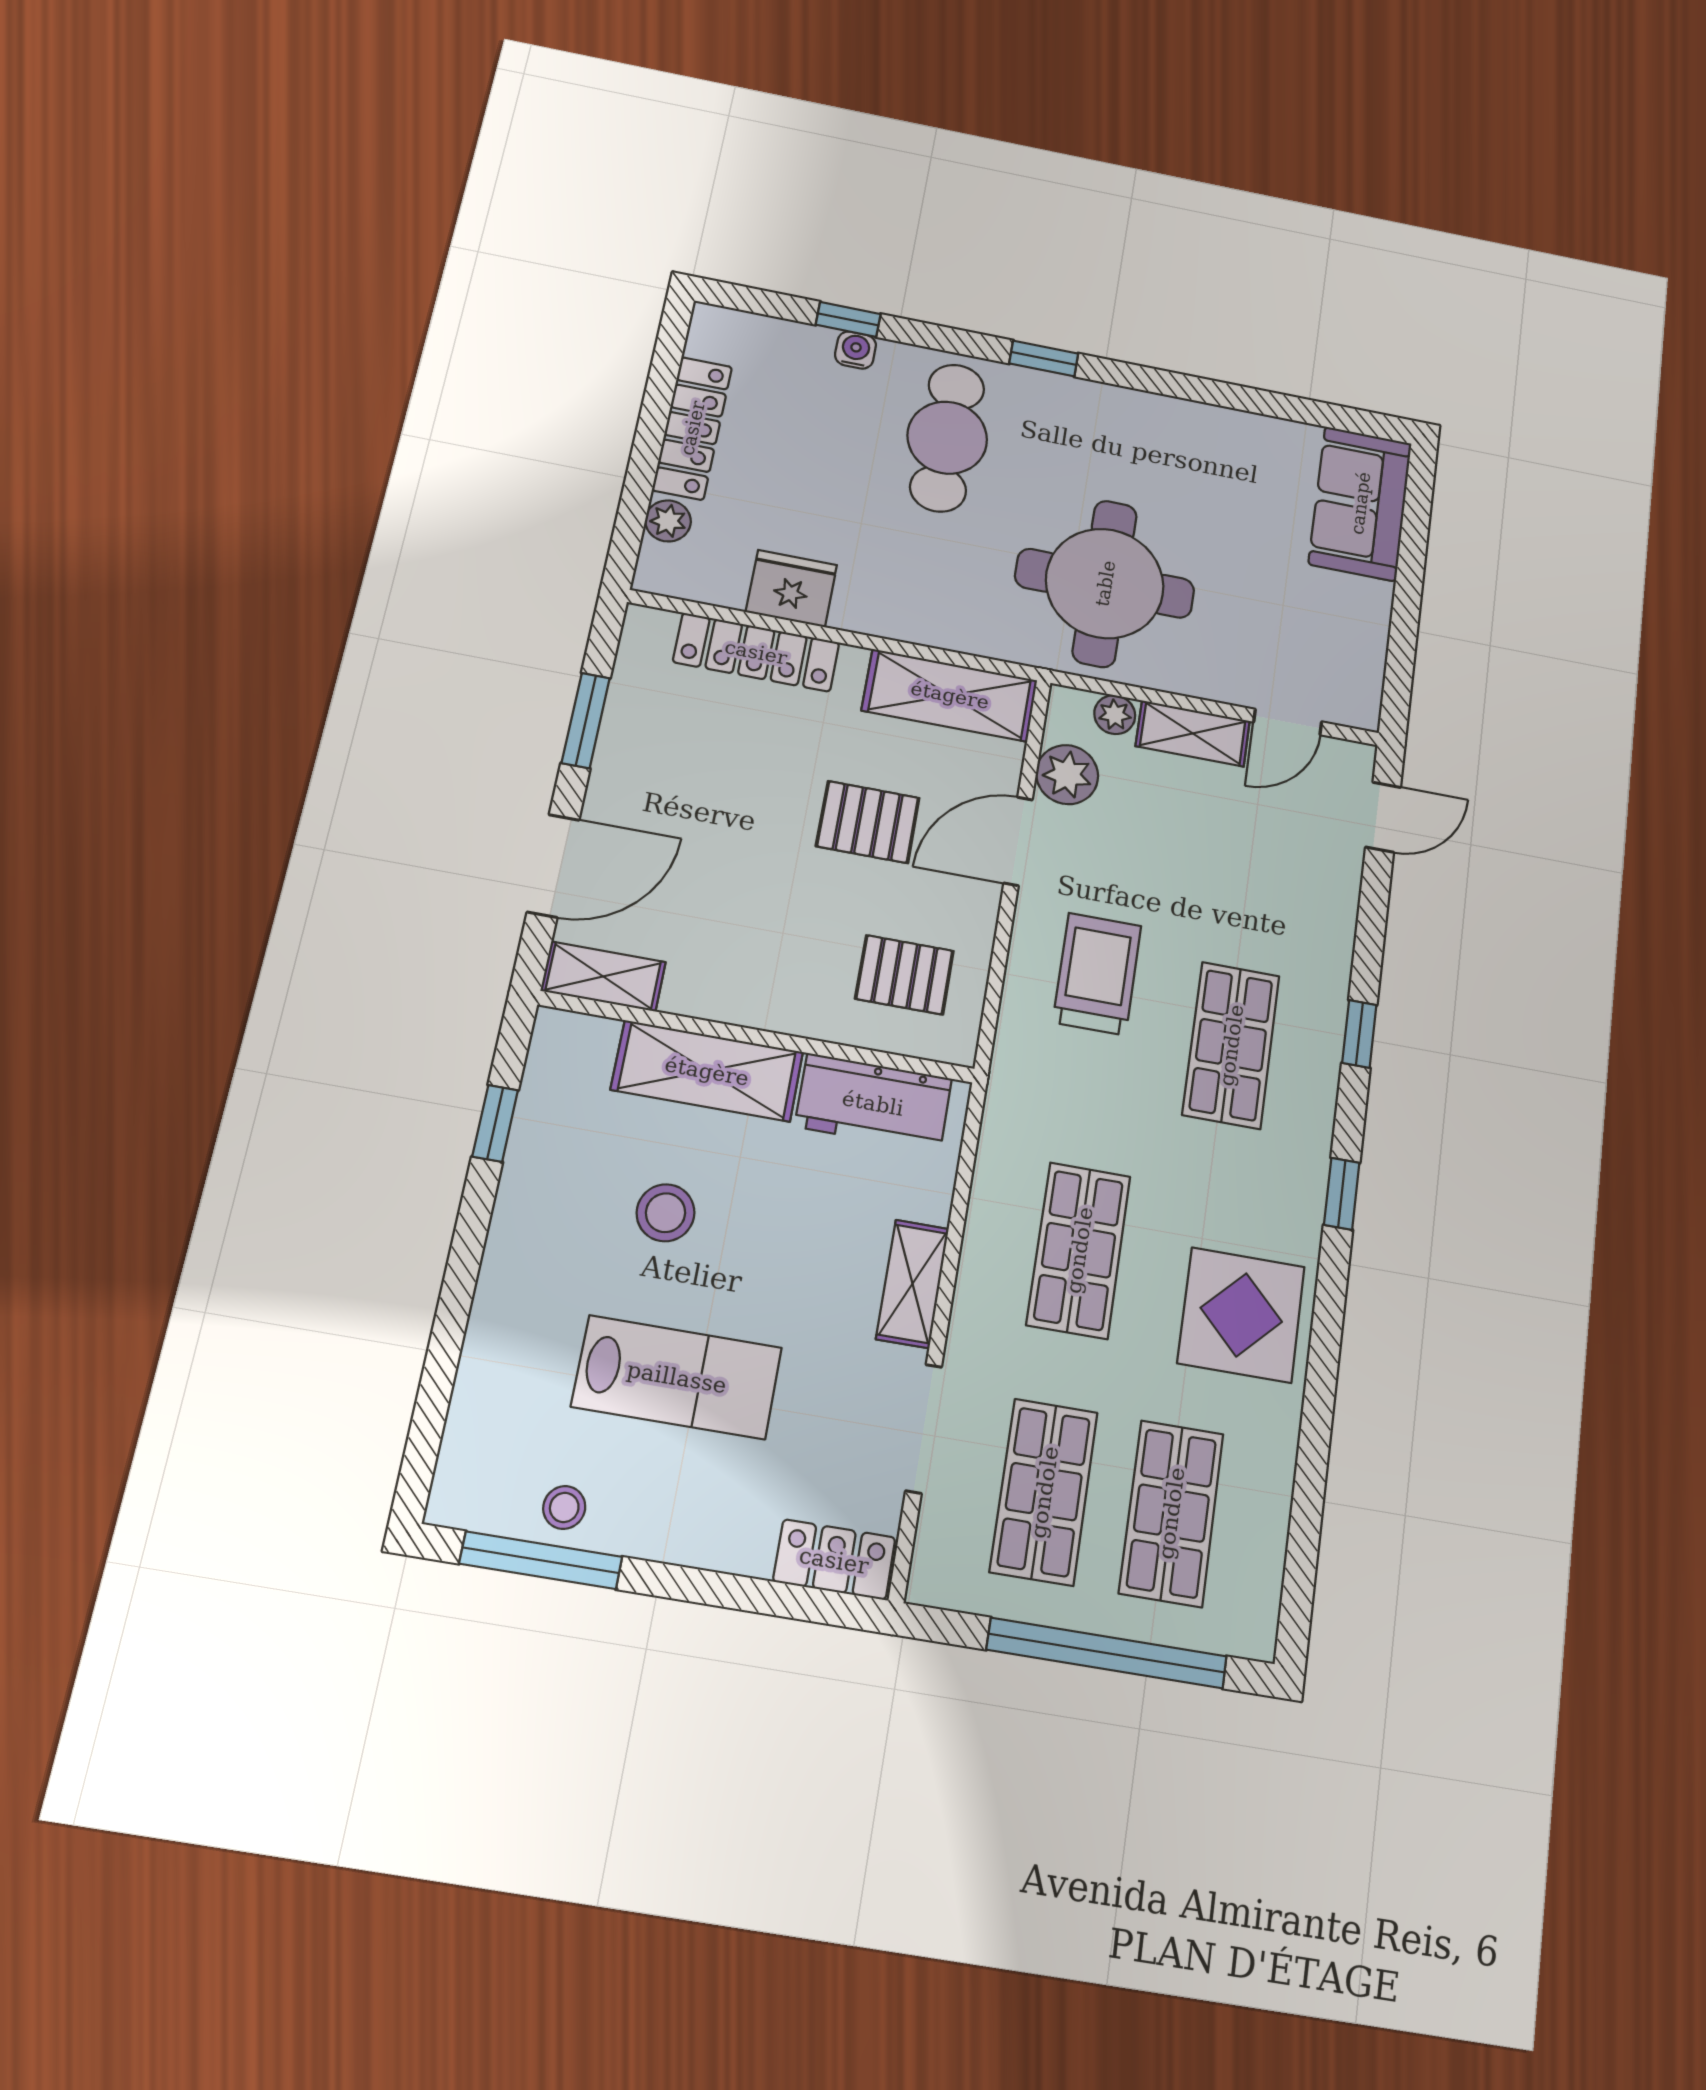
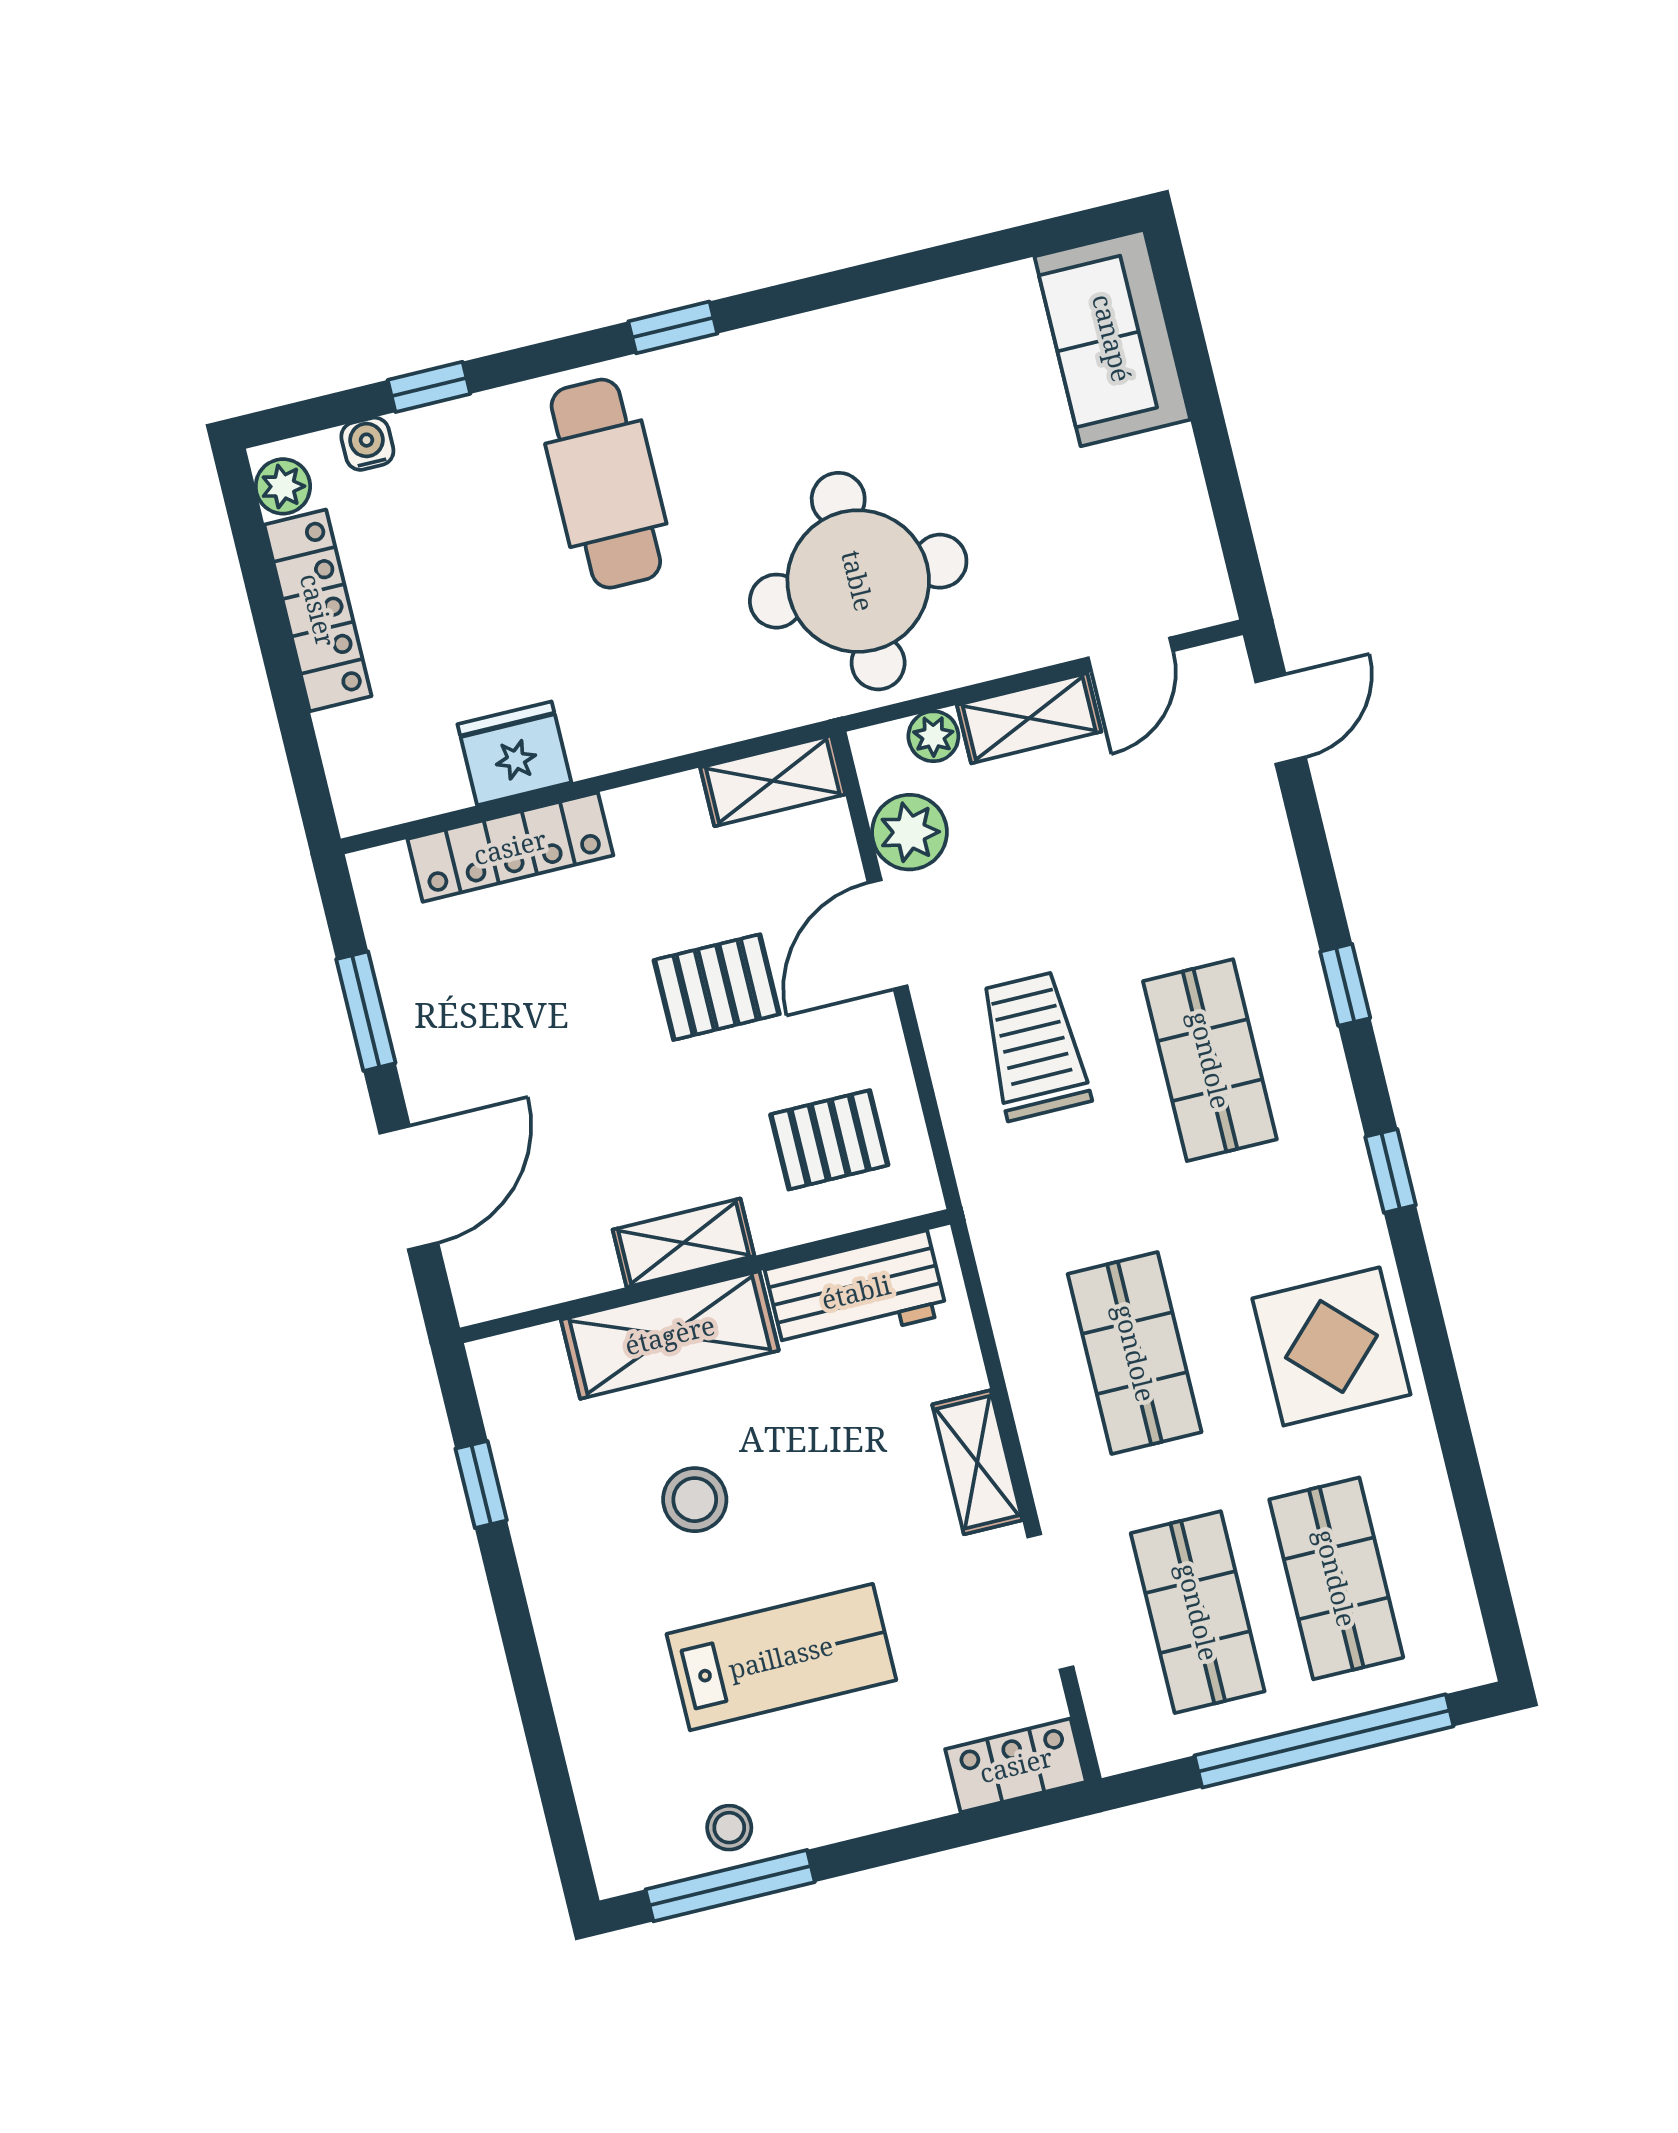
water cooler: (856, 350) -> (367, 444), moved
plant: (668, 521) -> (283, 486), moved
shelving: (950, 695) -> (773, 781), width x0.67, depth x0.75
shelving: (603, 976) -> (684, 1243), moved

